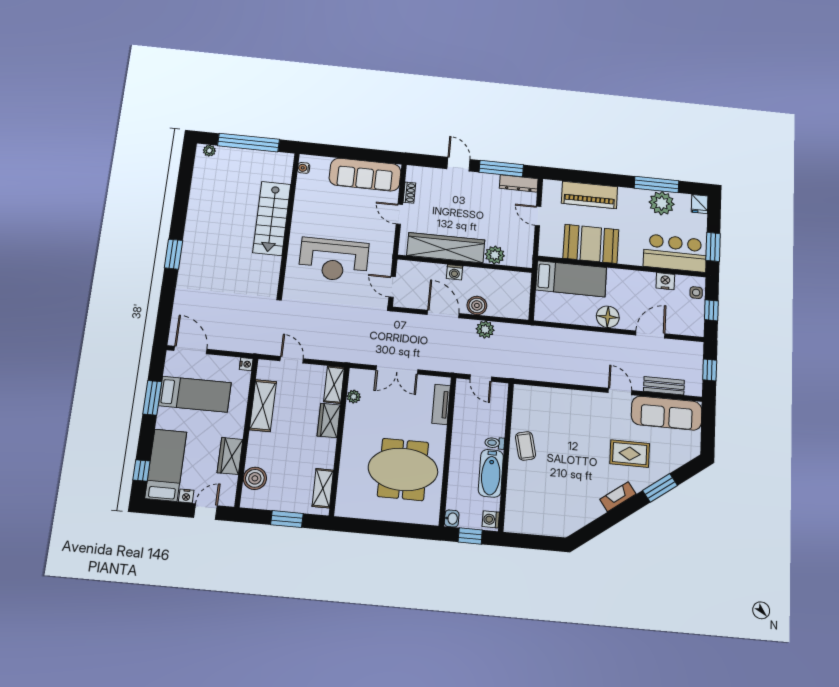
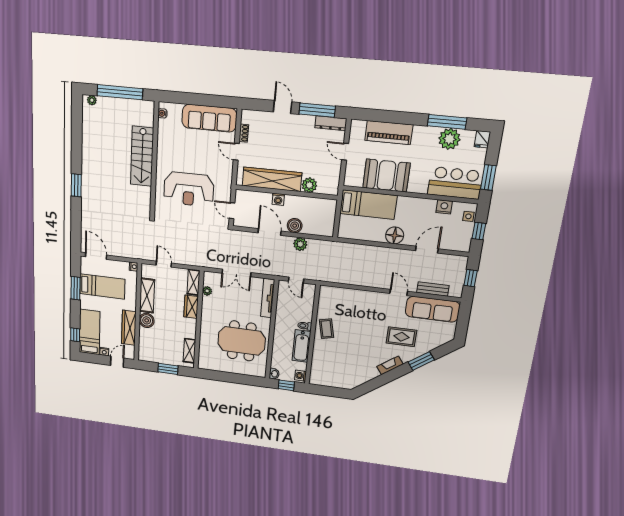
tv unit: (441, 404) -> (268, 298), width x1.41
wardrobe: (230, 456) -> (129, 328), width x1.50
boiler: (255, 478) -> (147, 320), moved

